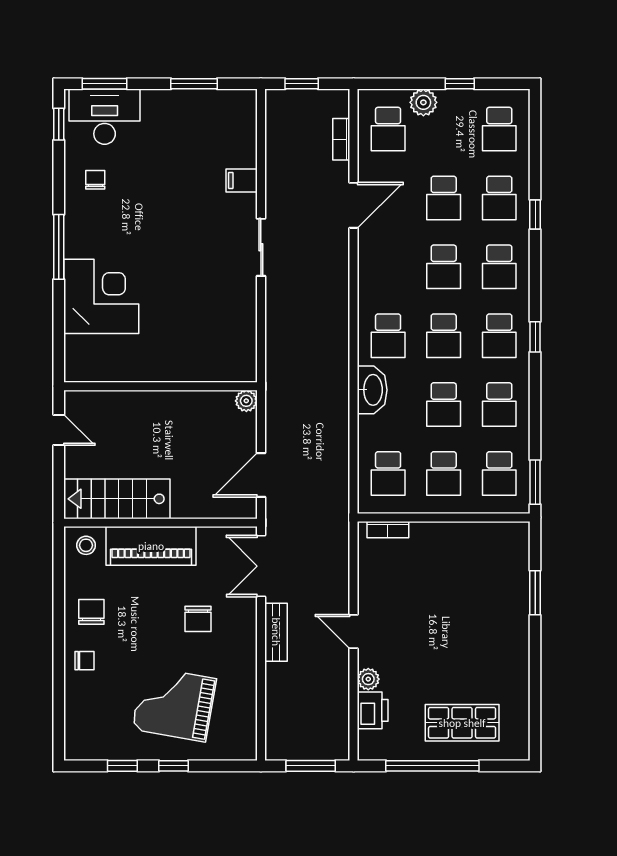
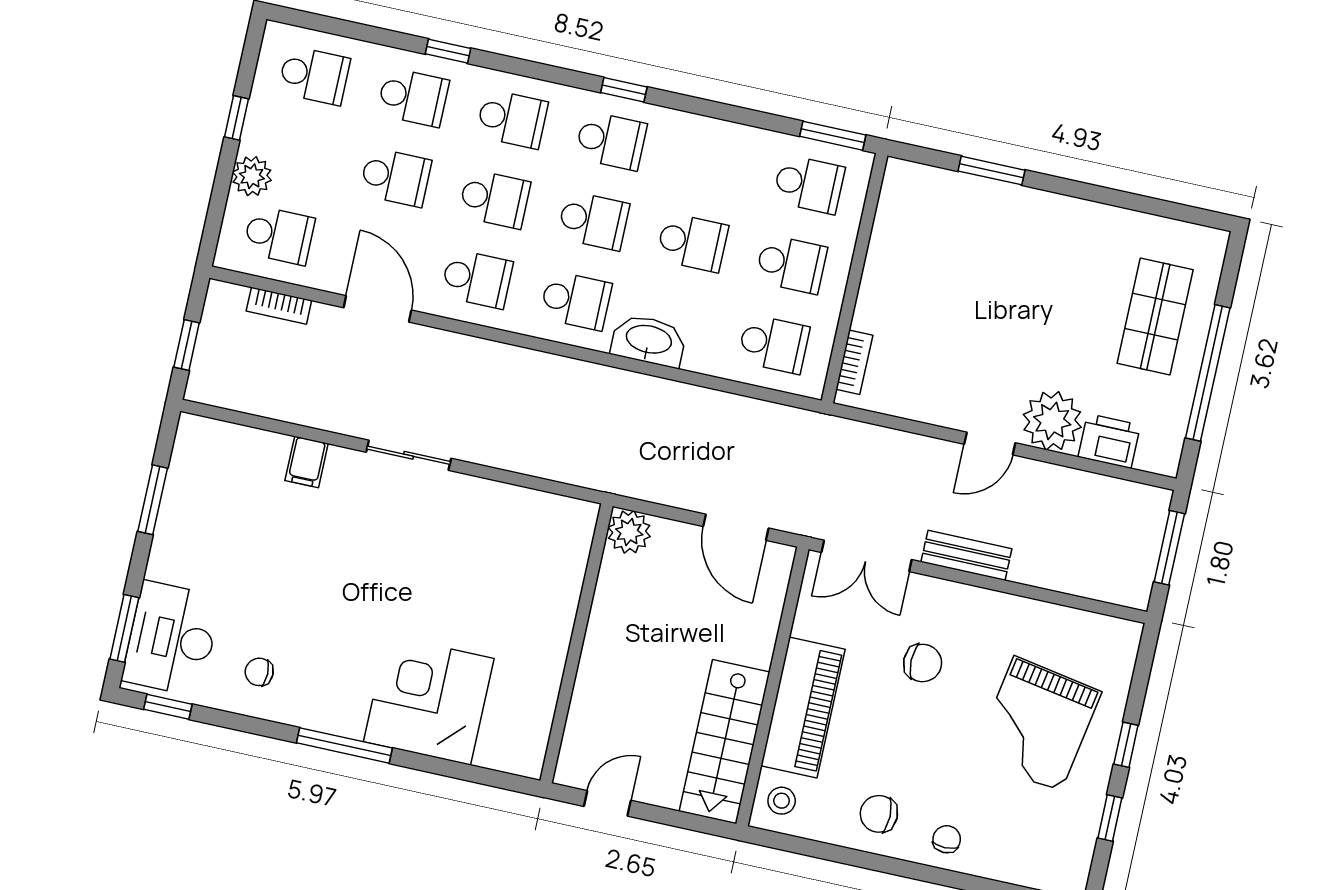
plant: (246, 401) -> (629, 532), width x1.38, depth x1.38
school desk: (499, 405) -> (477, 279), moved
plant: (368, 679) -> (1052, 421), width x1.88, depth x1.88

